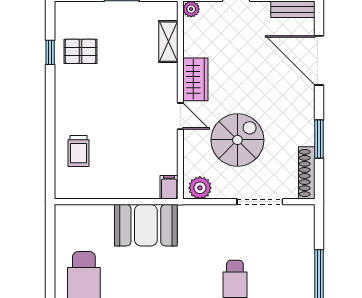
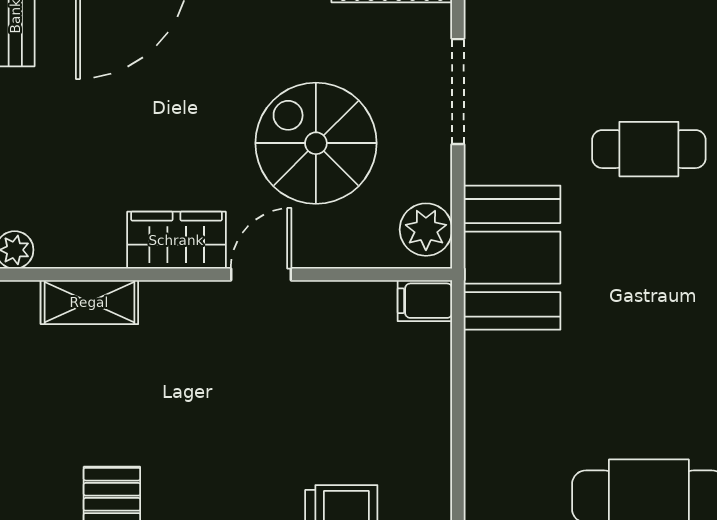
booth: (146, 225) -> (512, 258), moved

